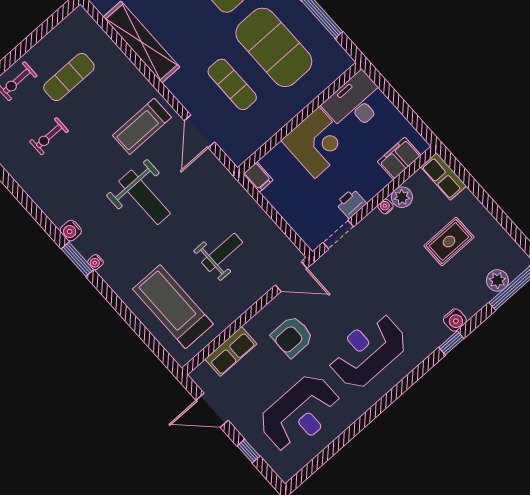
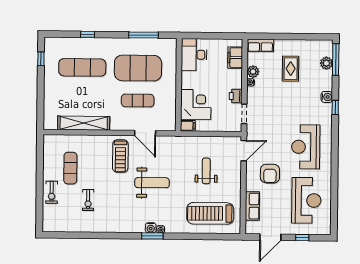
corner desk: (317, 143) -> (196, 105), moved
water cooler: (71, 231) -> (151, 228), moved

